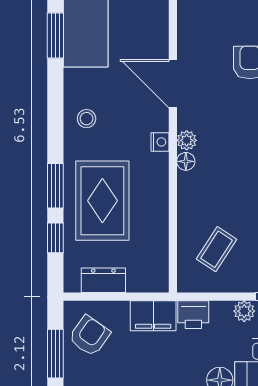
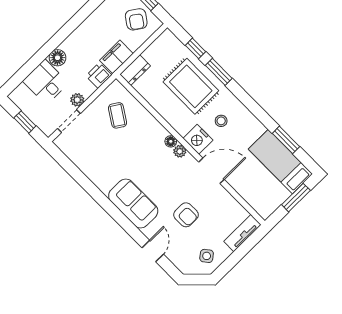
stool: (87, 119) -> (221, 121), moved
nightstand: (160, 142) -> (198, 139), width x1.89, depth x1.79
dresser: (103, 280) -> (135, 70), moved

